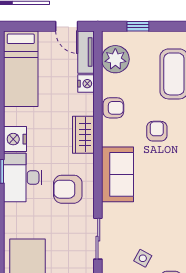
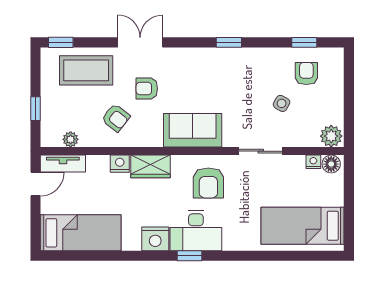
plant: (115, 59) -> (71, 139), width x0.53, depth x0.53
nightstand: (86, 84) -> (120, 164), moved
armchair: (113, 108) -> (116, 118), moved, turned 128

